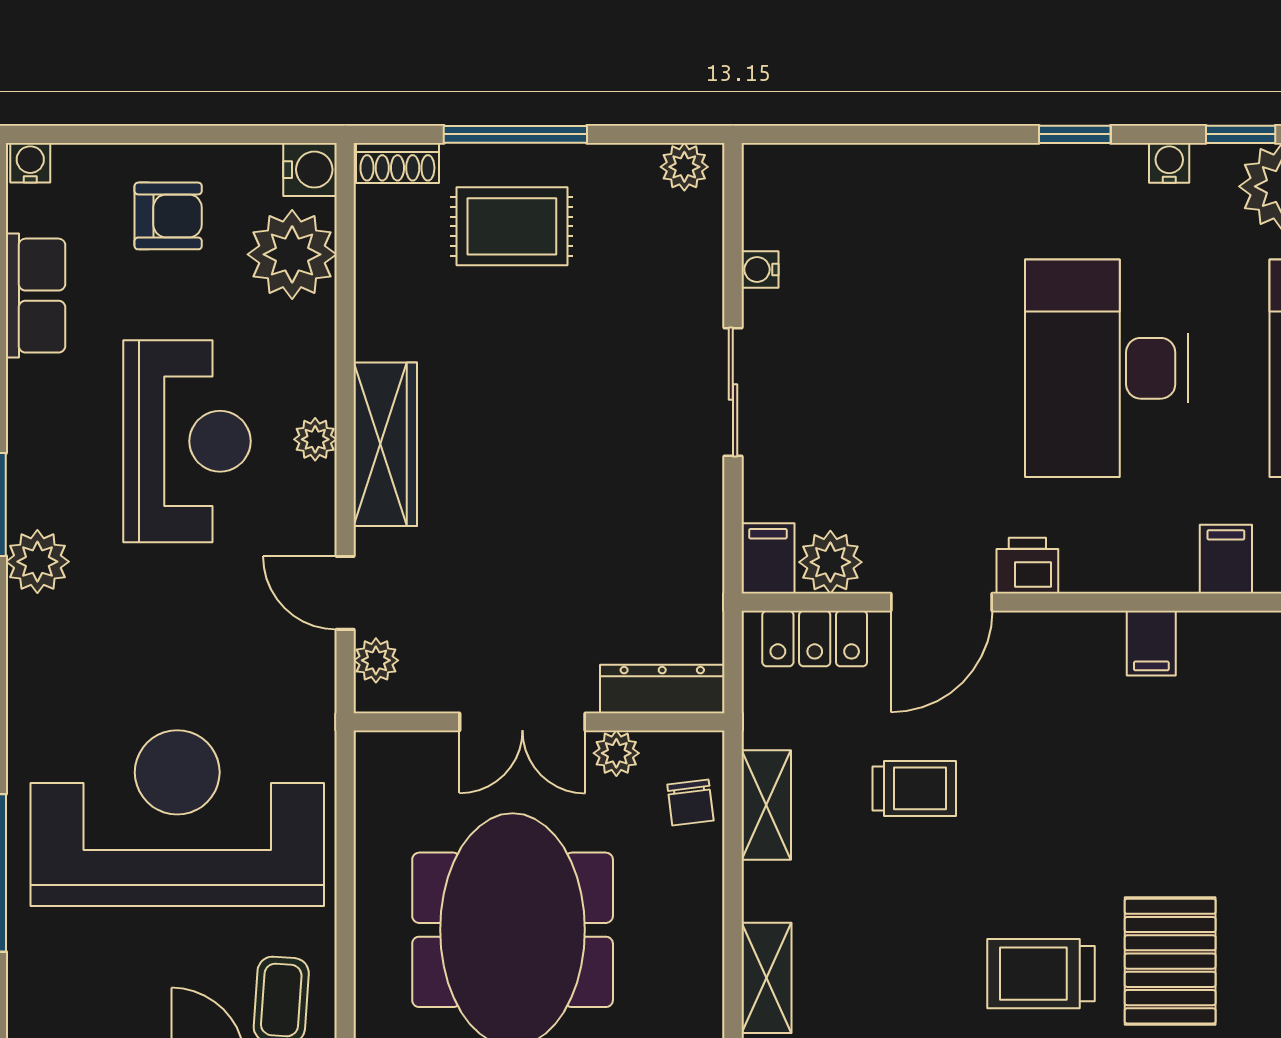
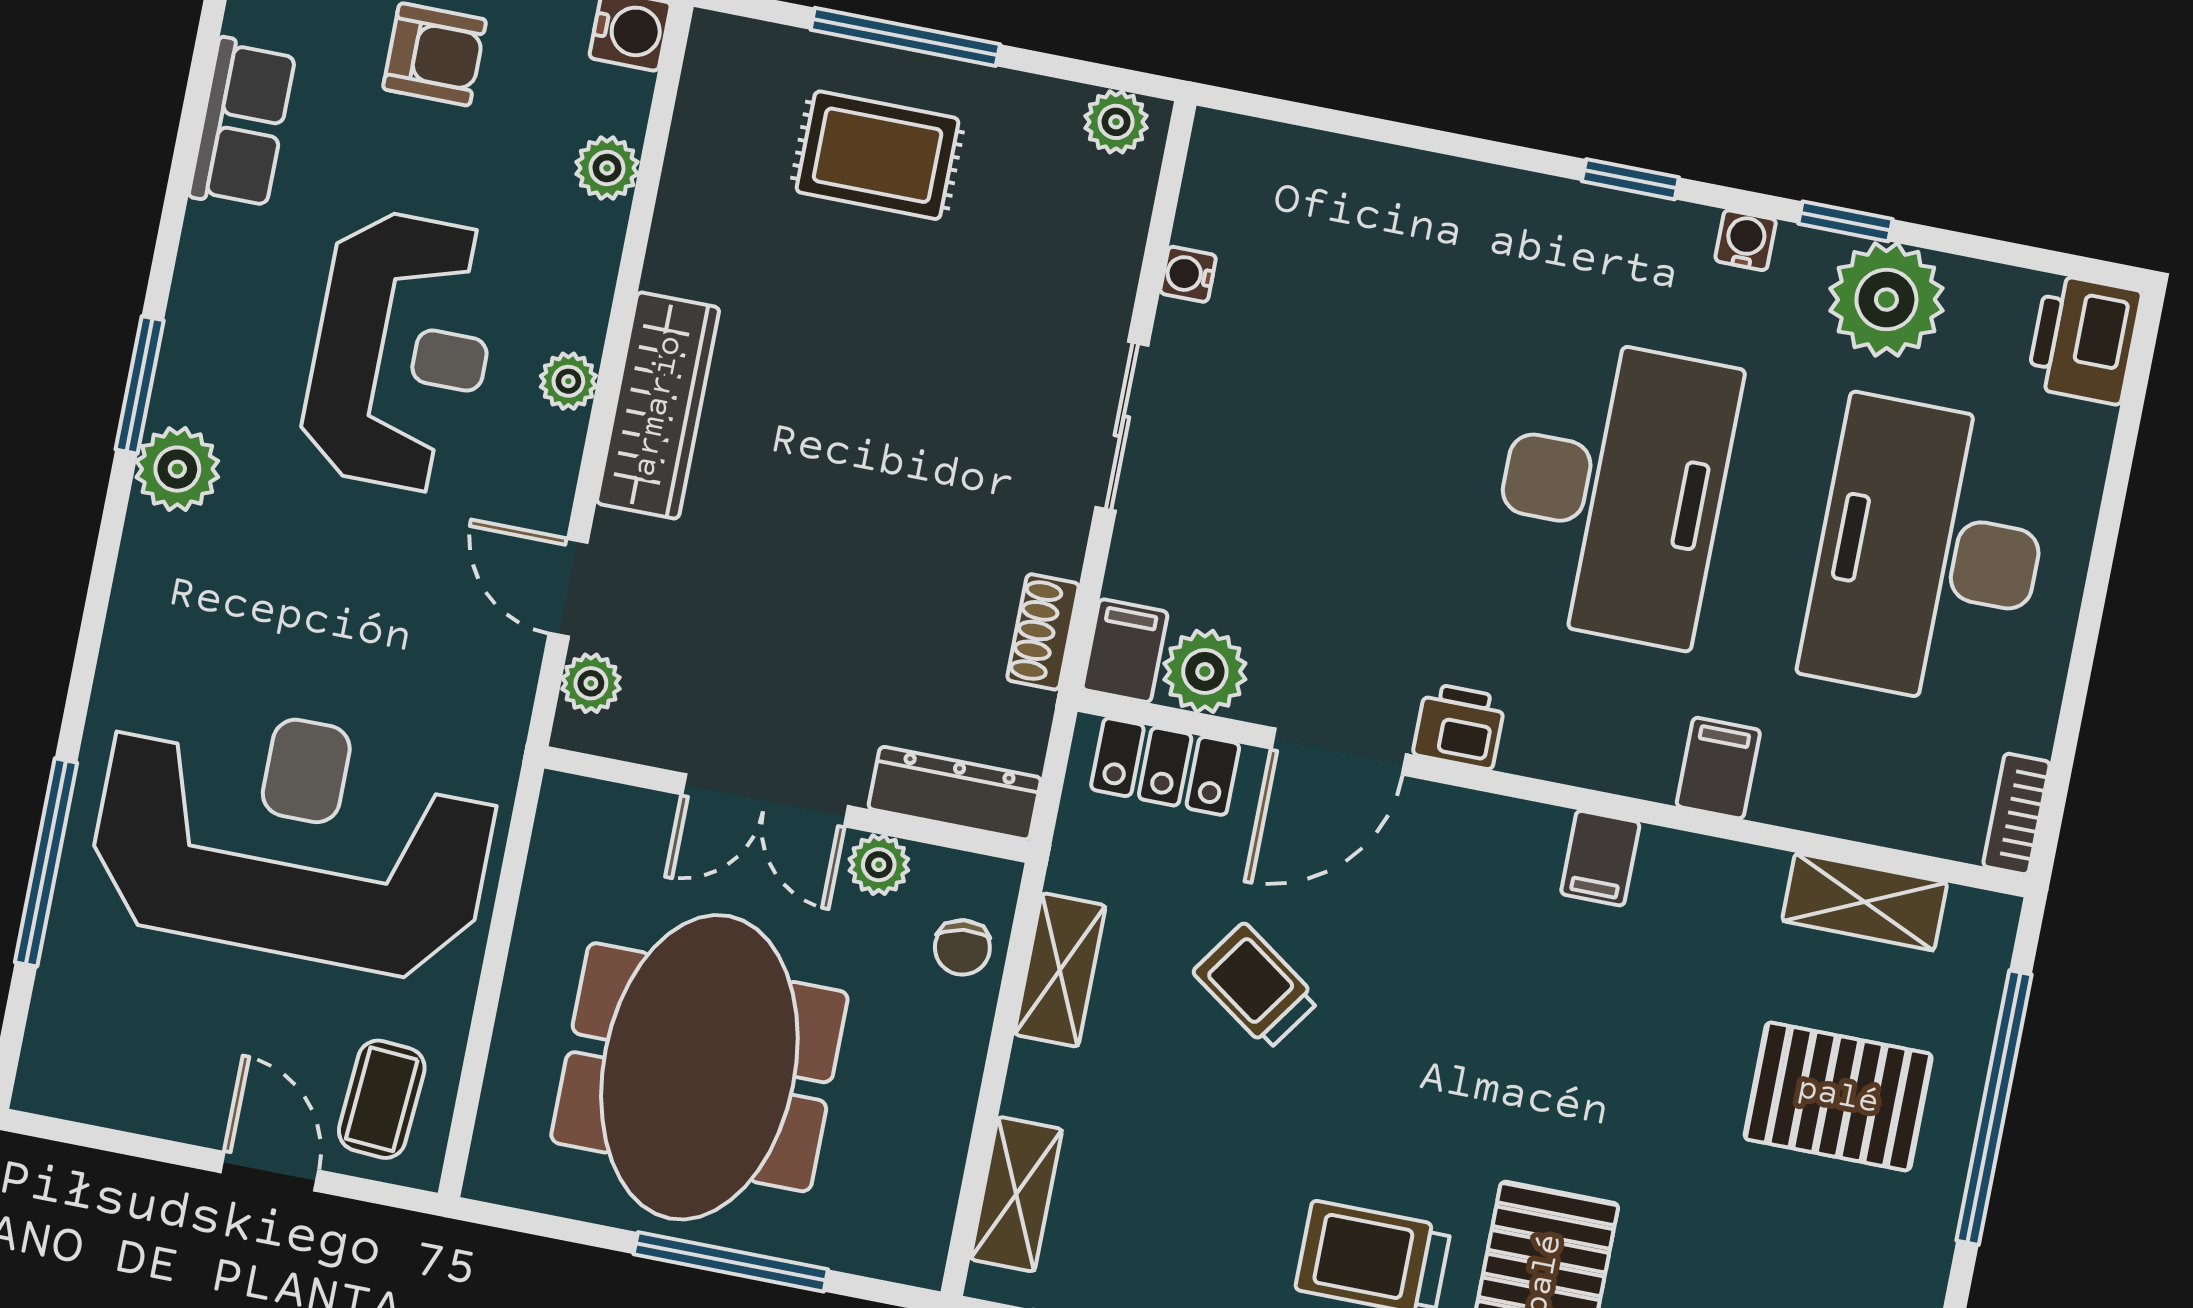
shoe rack: (397, 163) -> (1043, 632), moved, turned 90
plant: (292, 254) -> (607, 168), width x0.53, depth x0.53
desk: (1107, 368) -> (1612, 490), turned 180
trolley: (914, 788) -> (1256, 986), turned -145

